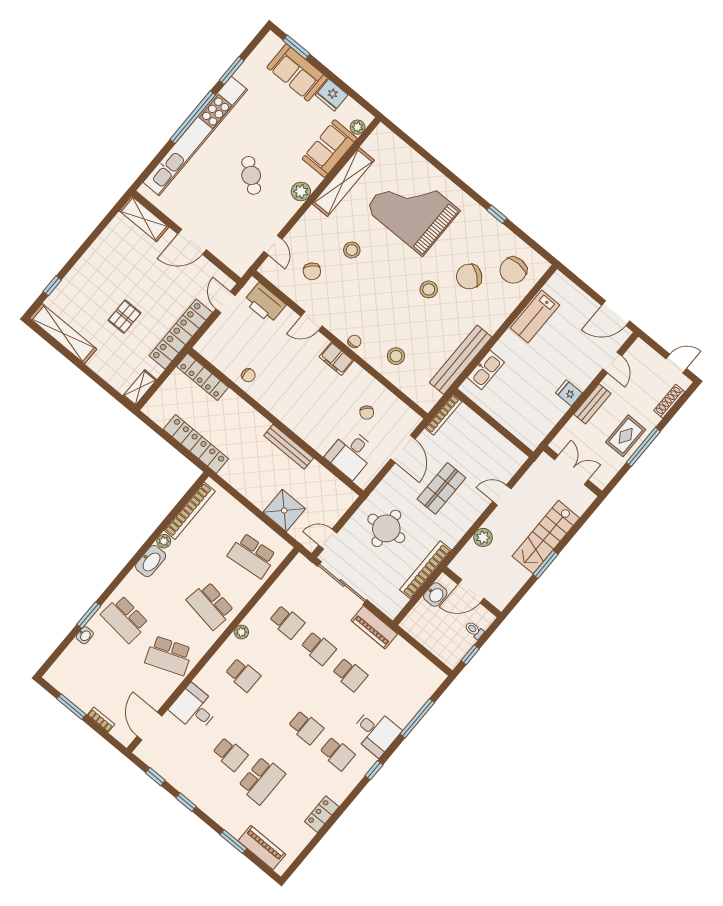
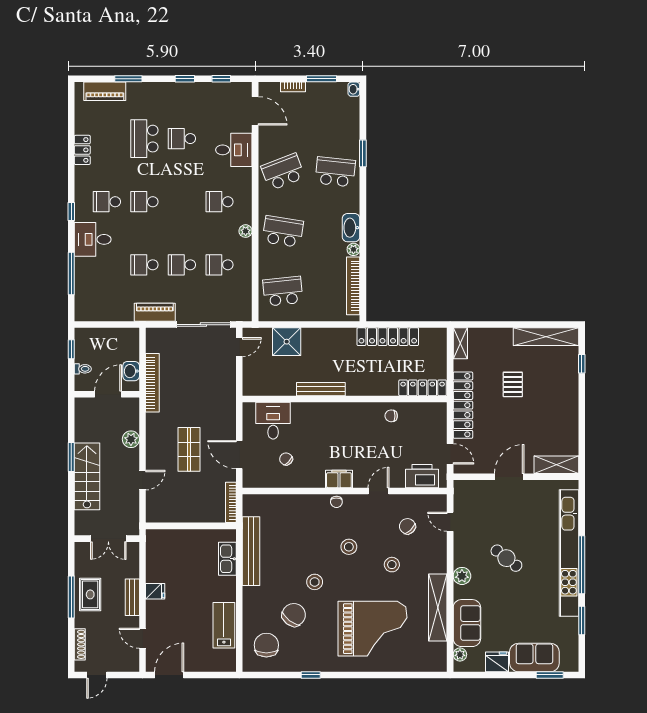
stool: (396, 356) -> (349, 547), moved
round table: (386, 528) -> (204, 389), removed
washbasin: (85, 635) -> (354, 89), moved

